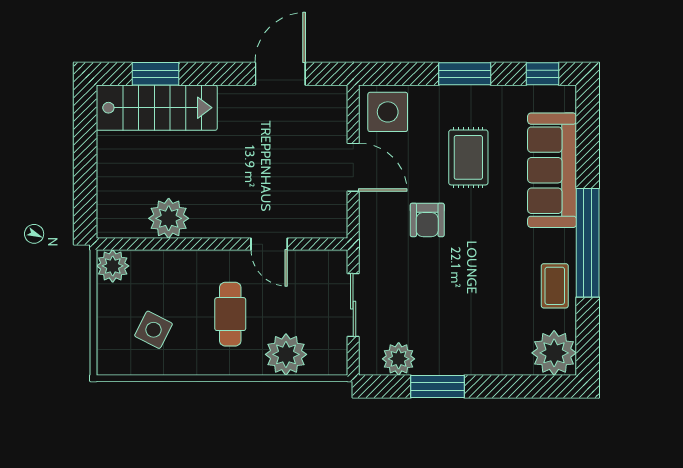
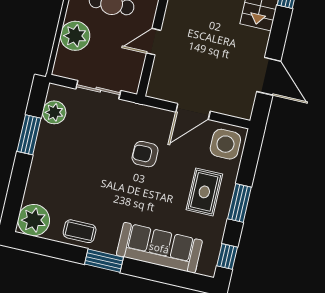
rug: (468, 157) -> (204, 192), moved, turned 90
window: (588, 243) -> (104, 261), width x0.47

